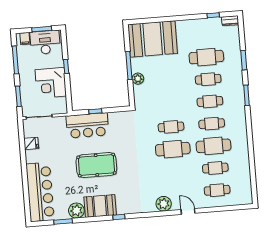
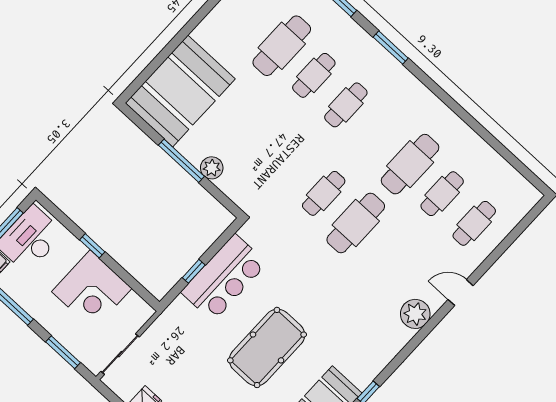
cafe table: (212, 124) -> (378, 135), removed
bar counter: (87, 125) -> (224, 278), moved

